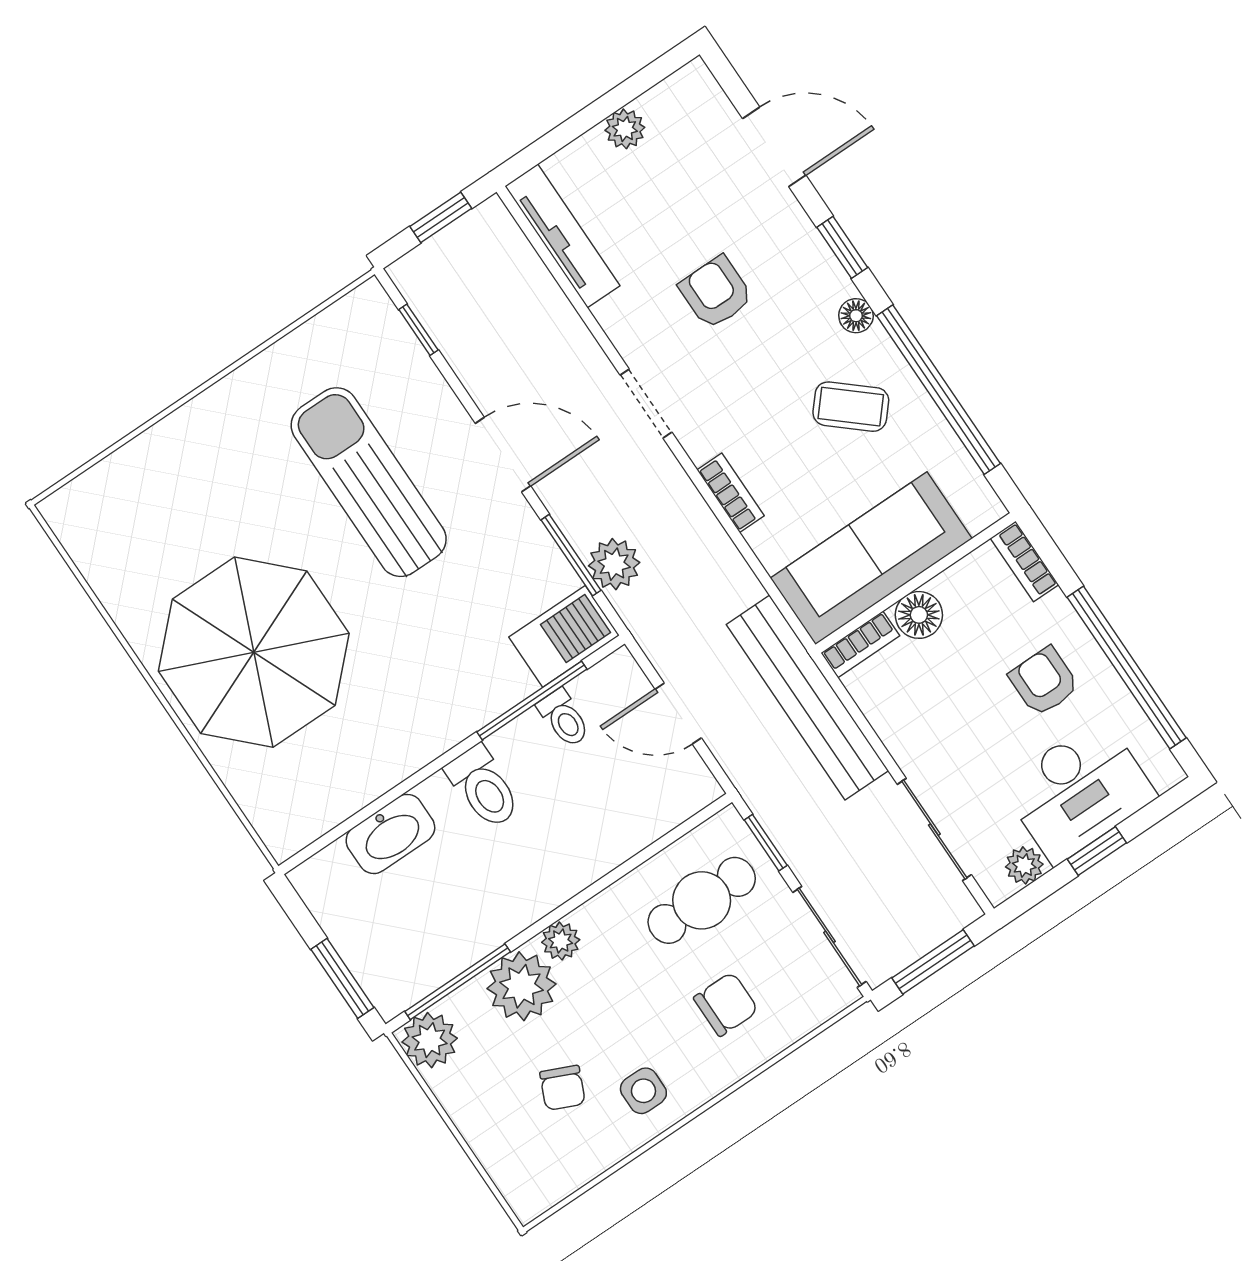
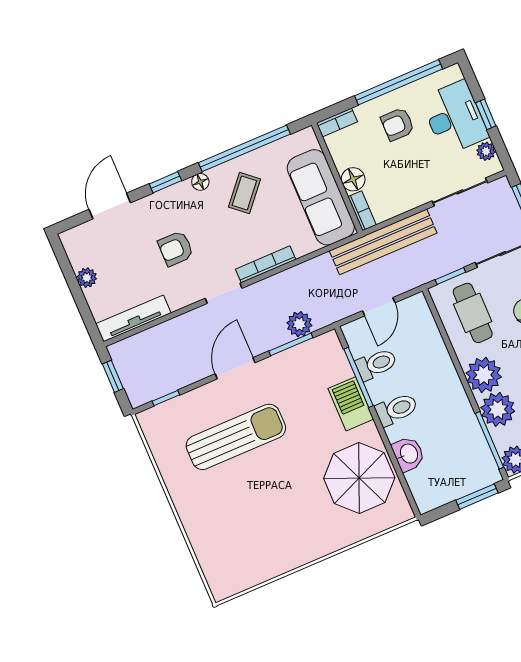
sun lounger: (369, 482) -> (236, 437), turned 180
bookcase: (731, 493) -> (266, 264), width x1.56
barbecue: (564, 636) -> (351, 404), moved
parasol: (254, 652) -> (359, 478), moved, width x0.73, depth x0.73
toilet: (564, 718) -> (376, 364), width x1.37, depth x1.39
washbasin: (390, 834) -> (408, 454), width x0.72
plant: (561, 941) -> (484, 375), width x1.87, depth x1.87

